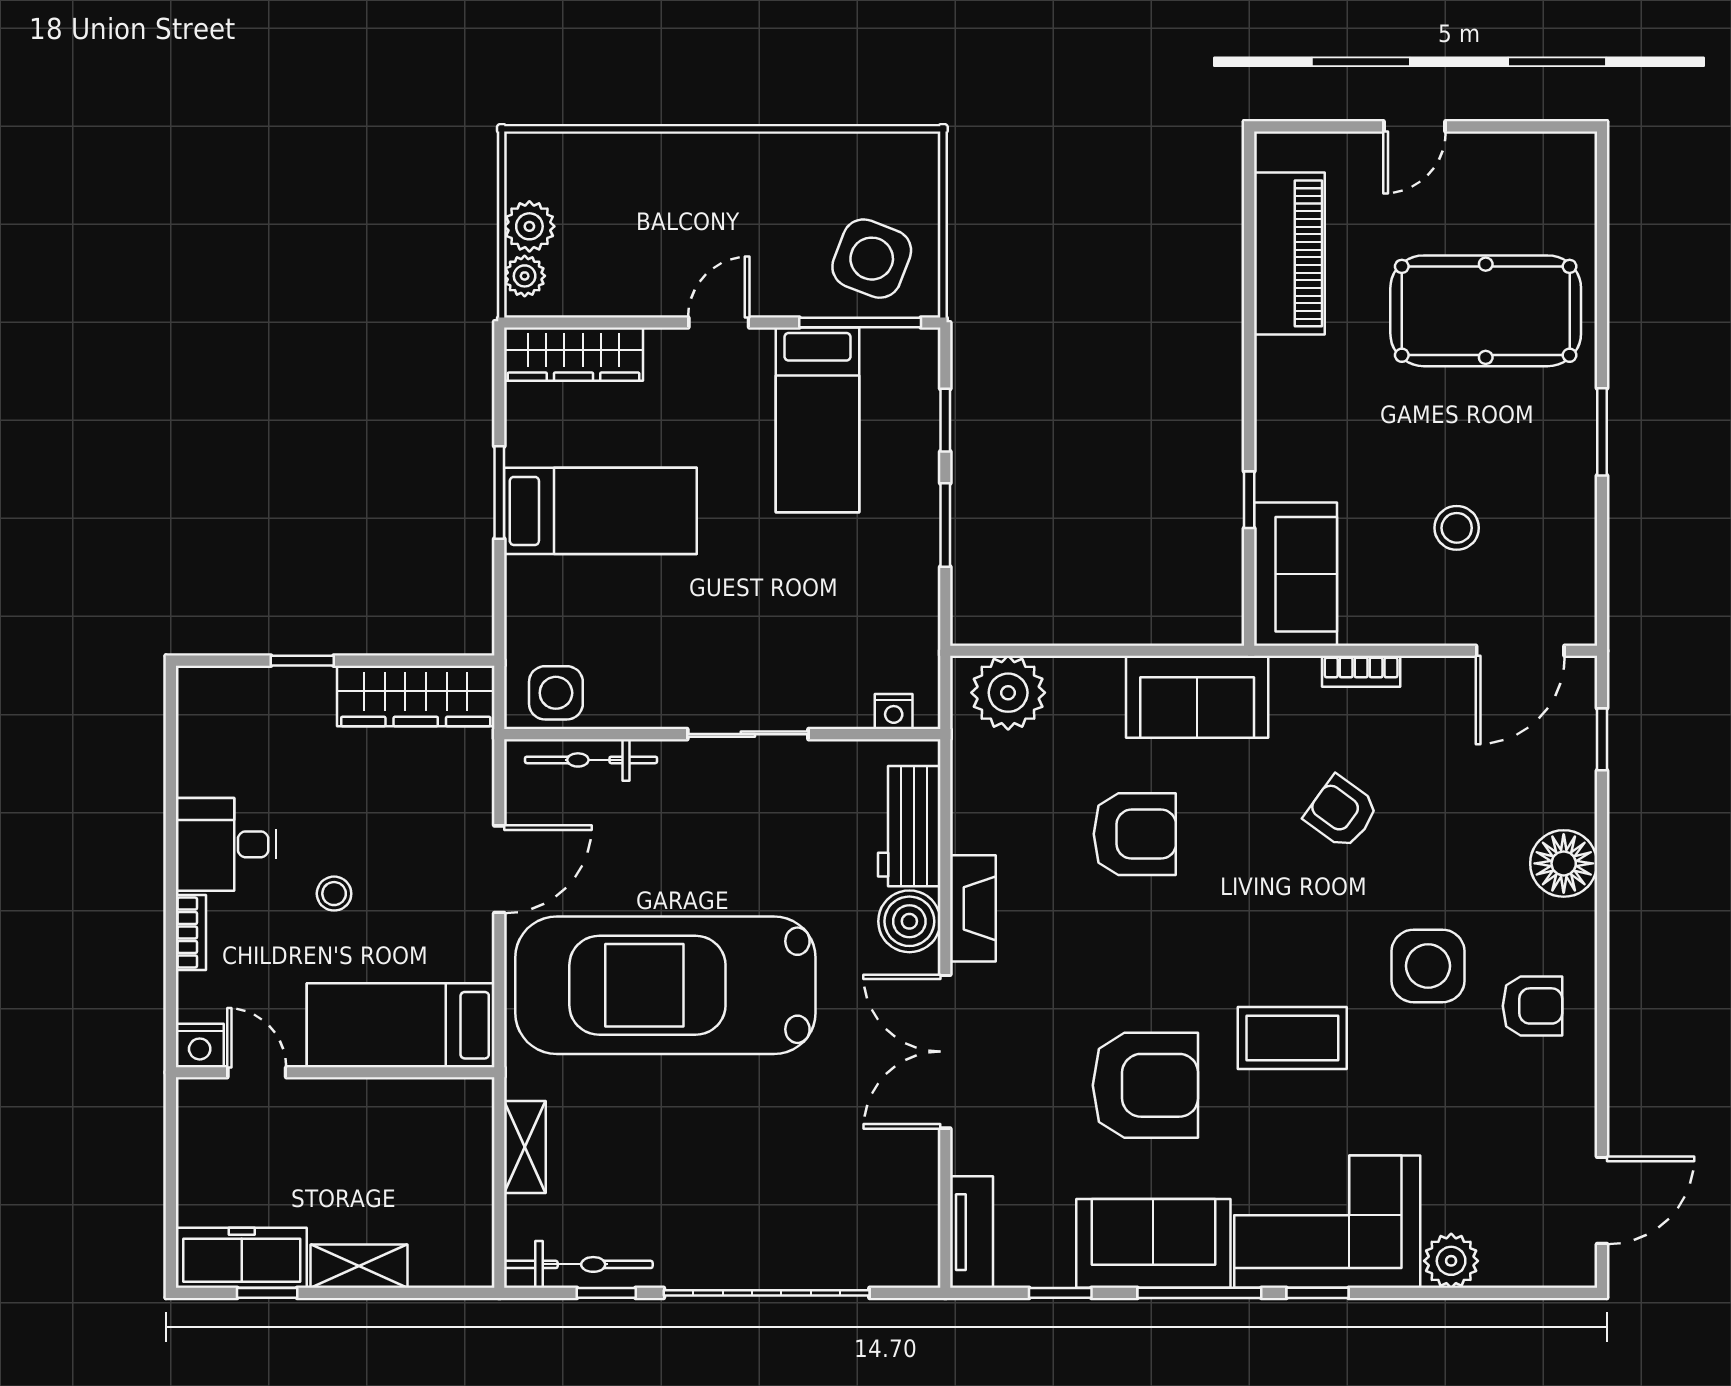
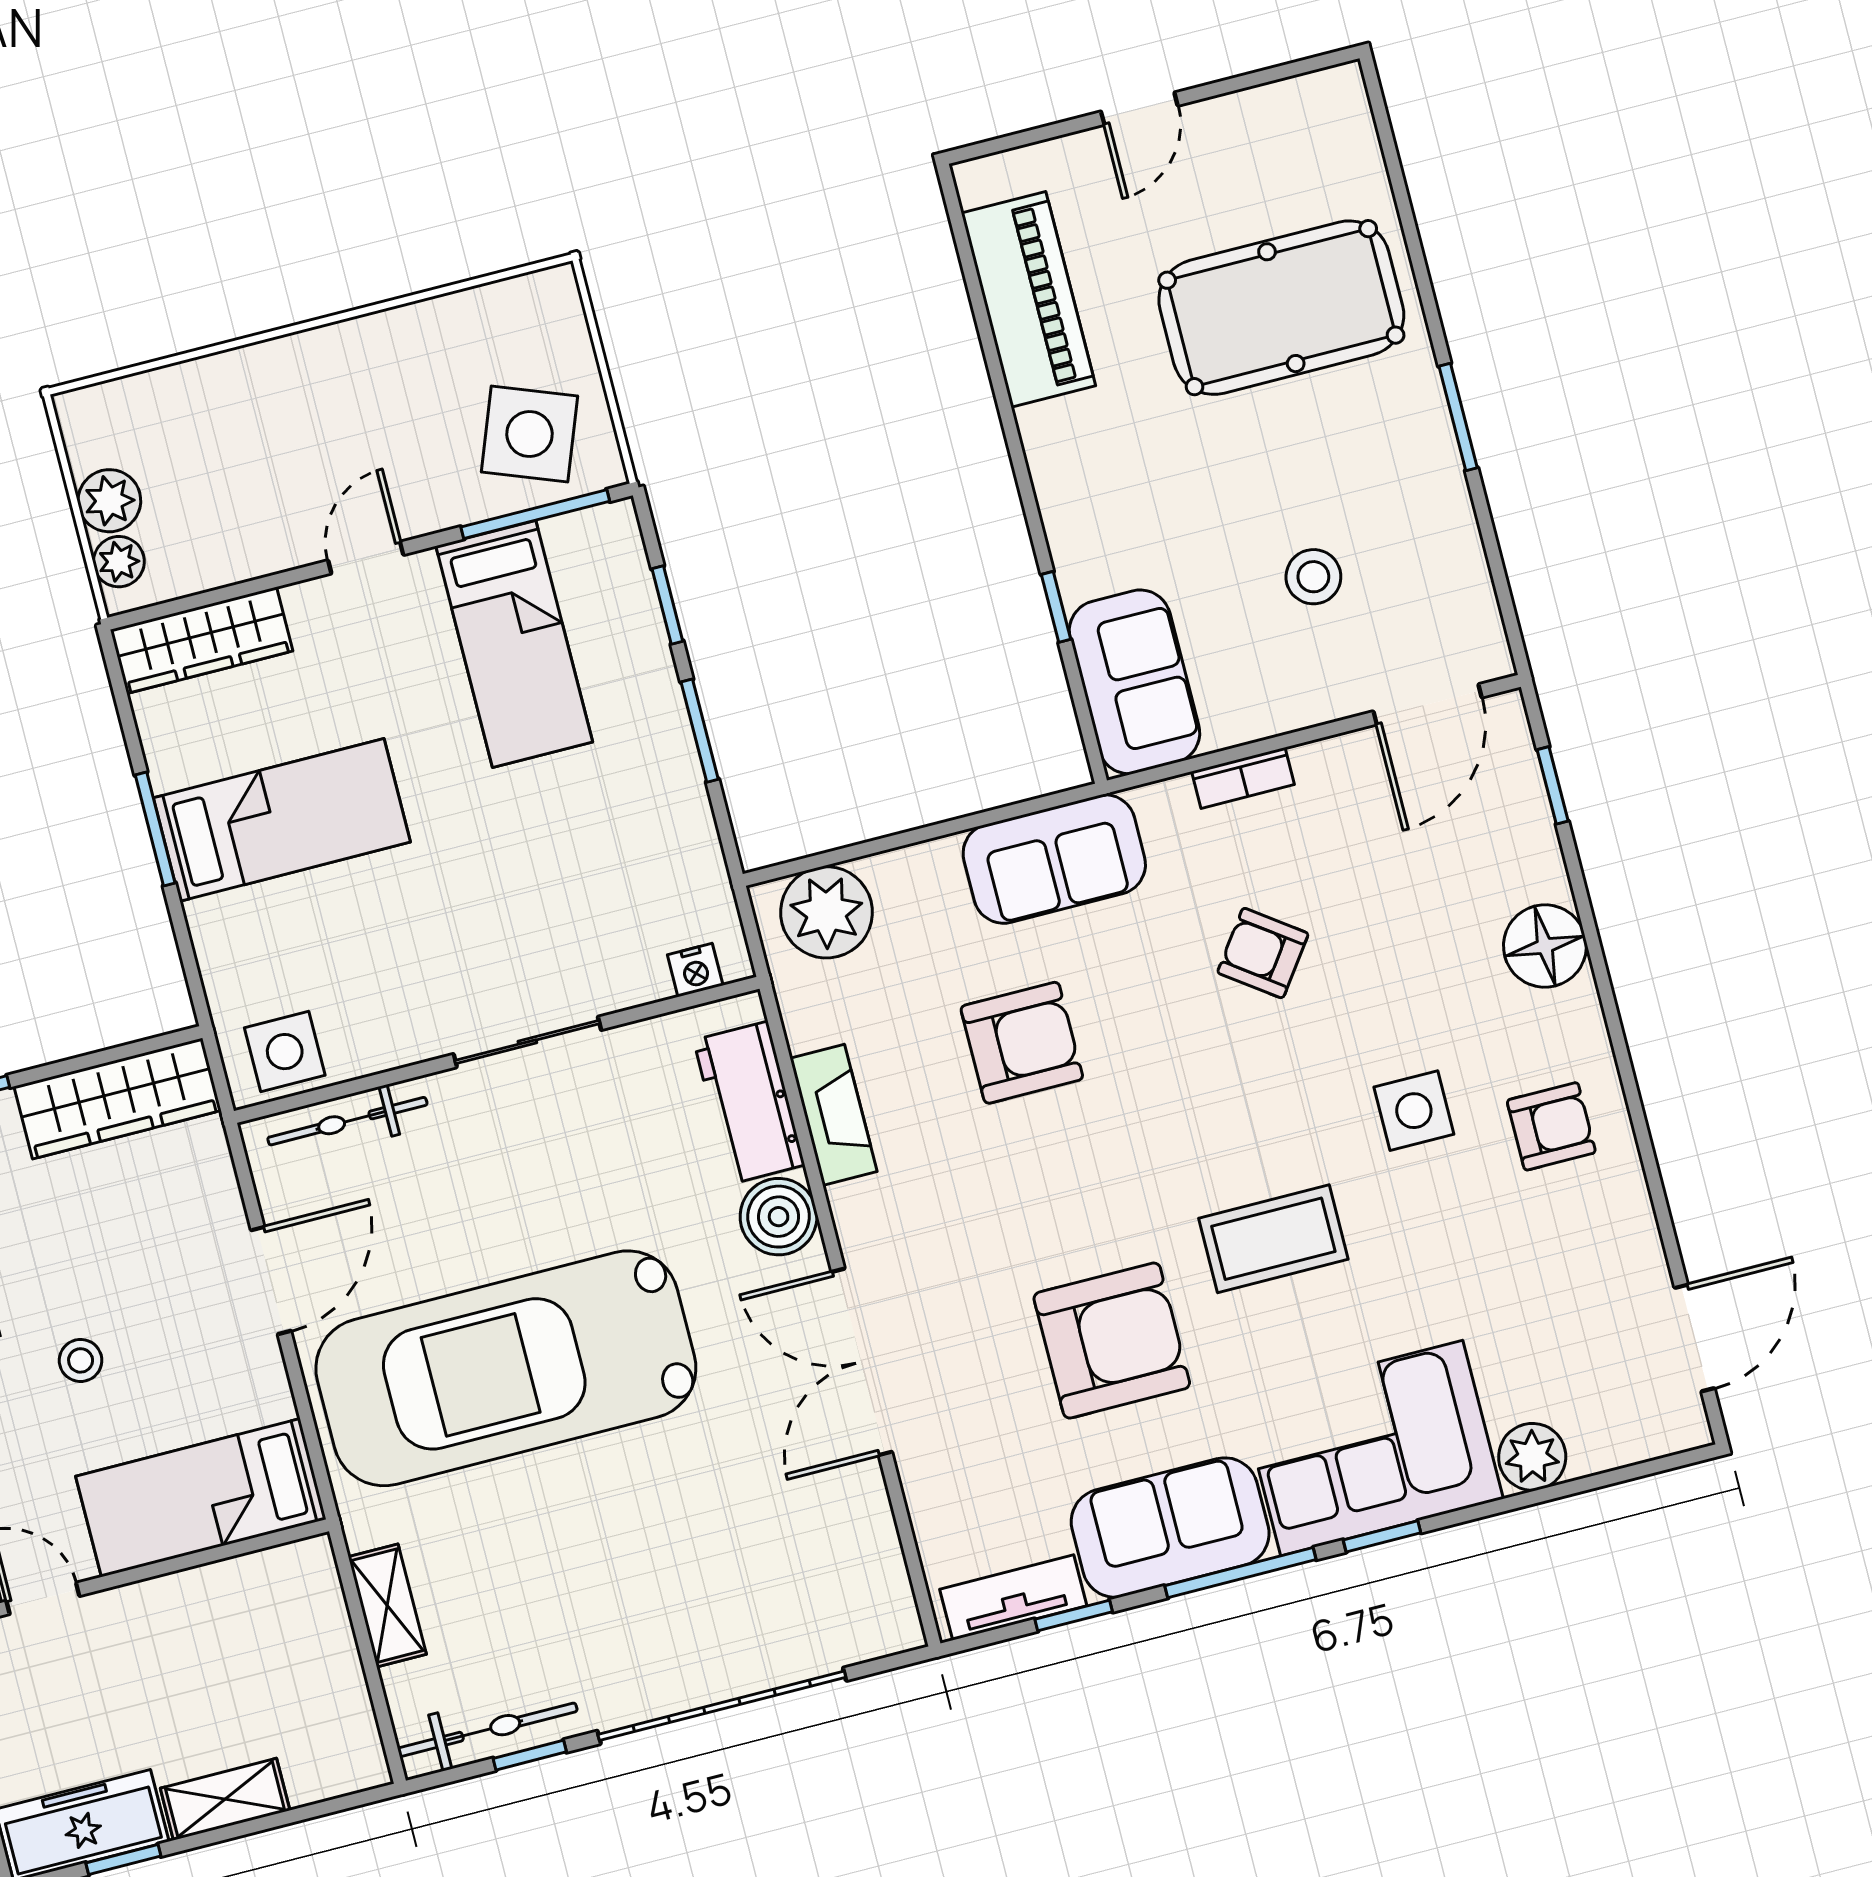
fireplace: (973, 908) -> (834, 1115), moved
side table: (1428, 966) -> (1414, 1111), width x0.73, depth x0.73
tv unit: (972, 1232) -> (1013, 1597), moved, turned -90

